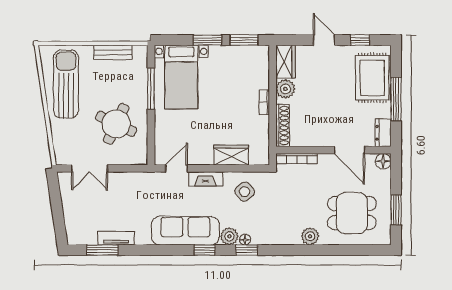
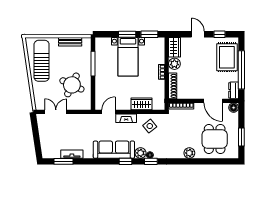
bed with nightstands: (181, 77) -> (128, 57), moved
window: (396, 99) -> (241, 70), width x1.46
double door: (90, 168) -> (56, 112), swing flipped
dining table: (352, 213) -> (215, 139), turned 90

